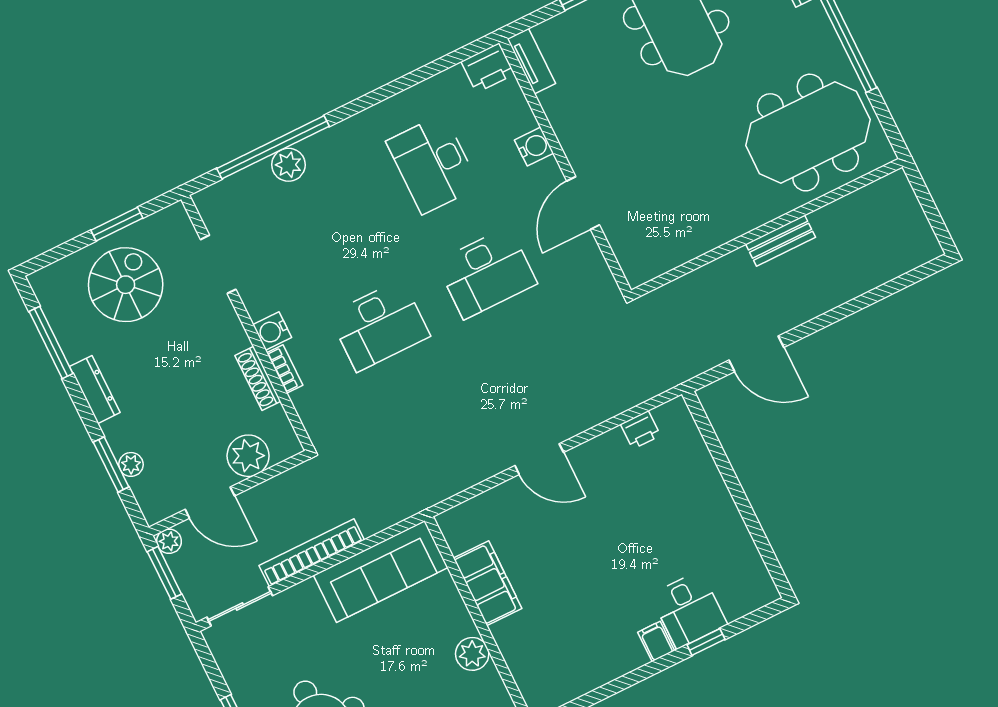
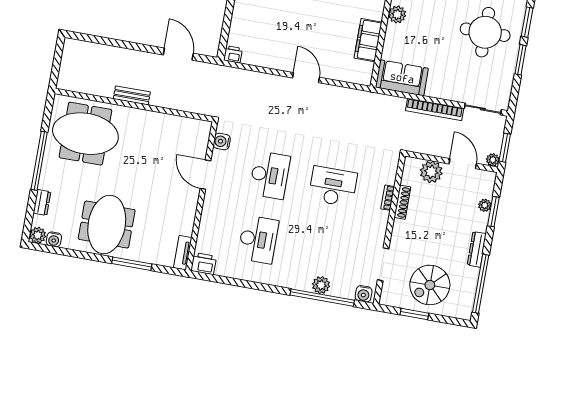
water cooler: (534, 147) -> (222, 142), moved
door: (583, 203) -> (205, 175), swing flipped
desk: (486, 273) -> (270, 175), turned 90
water cooler: (272, 331) -> (364, 294), moved, turned 90
window: (51, 342) -> (481, 284), width x1.46
printer: (640, 430) -> (233, 54), moved
sofa: (381, 571) -> (402, 78), width x0.73

